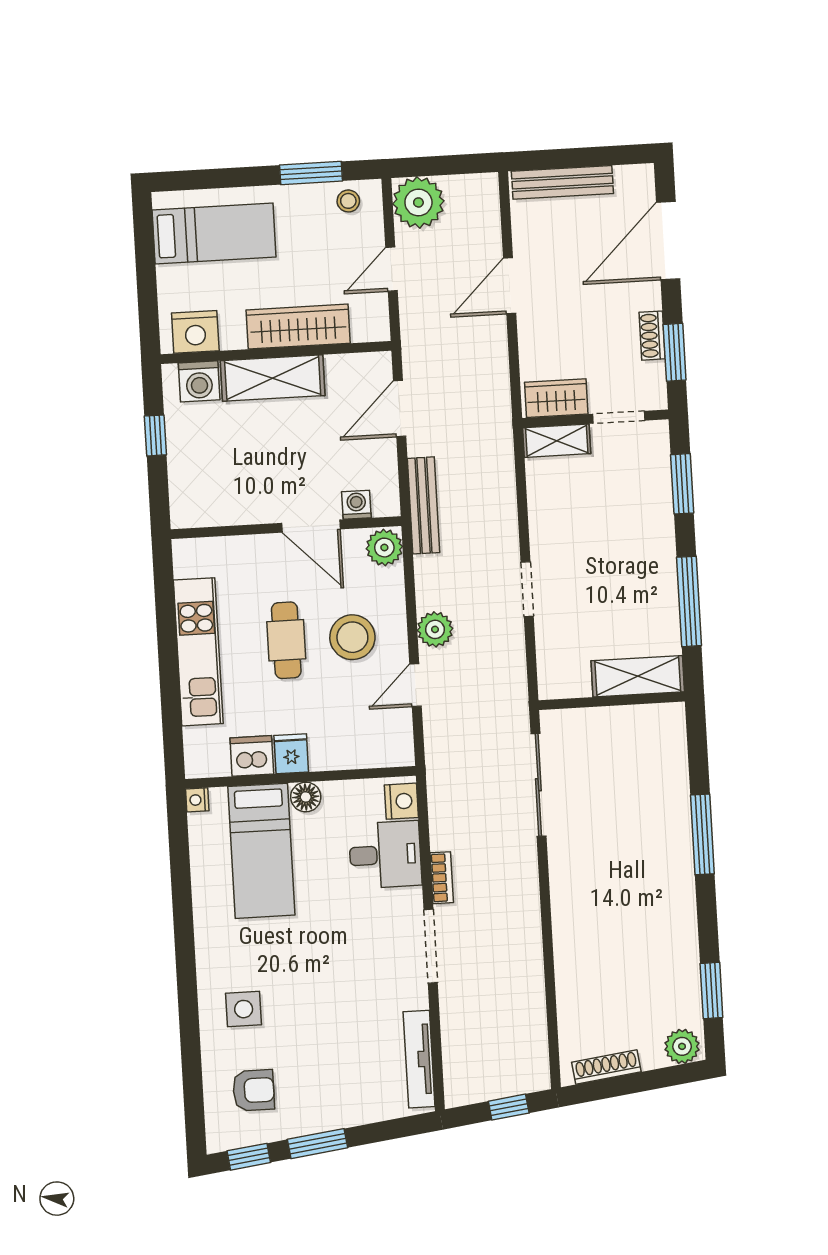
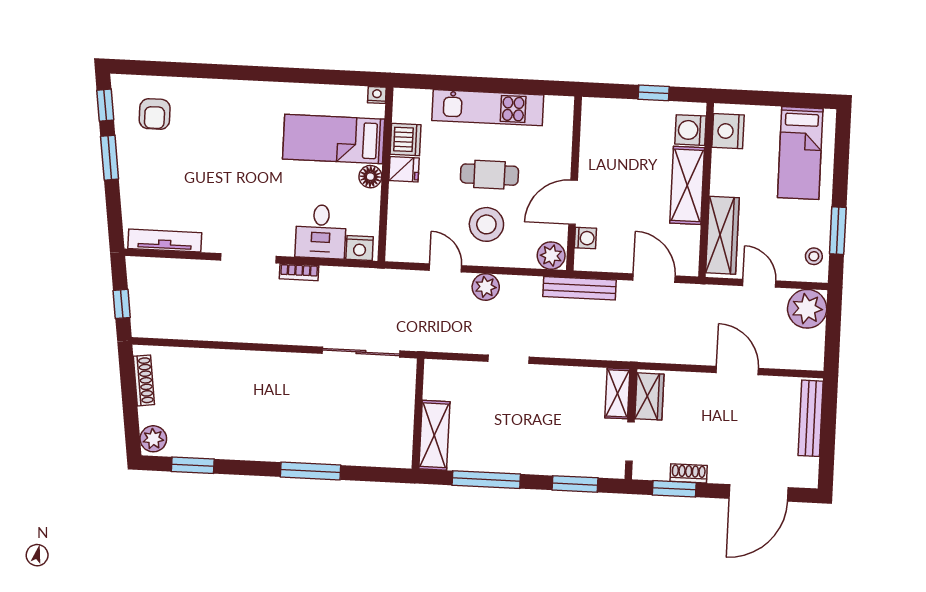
door: (668, 241) -> (758, 493), swing flipped
wardrobe: (298, 327) -> (722, 235), moved
side table: (244, 1009) -> (216, 113), removed

